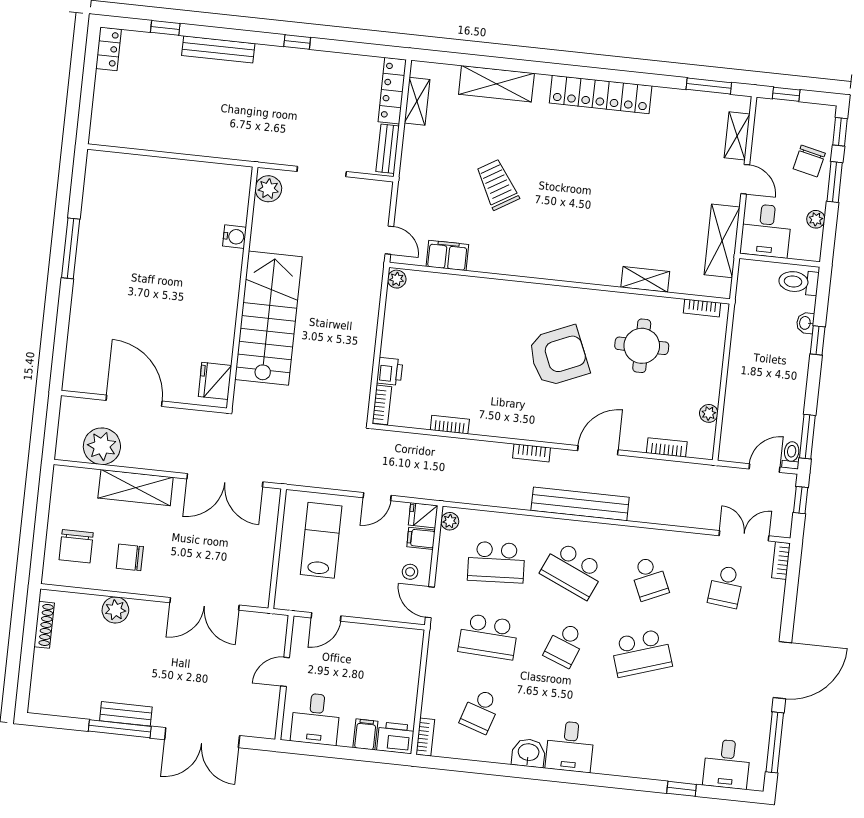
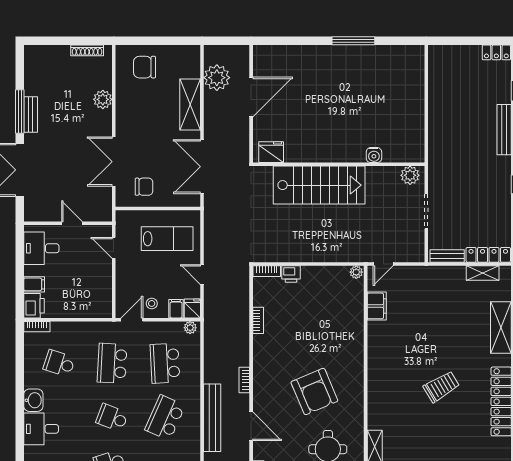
trolley: (497, 185) -> (441, 387), moved
chair: (130, 557) -> (144, 187), moved, turned 90

